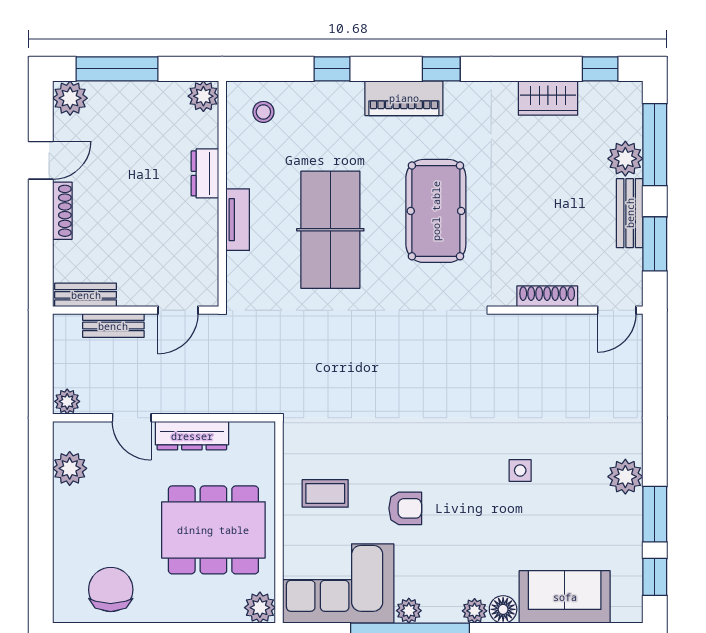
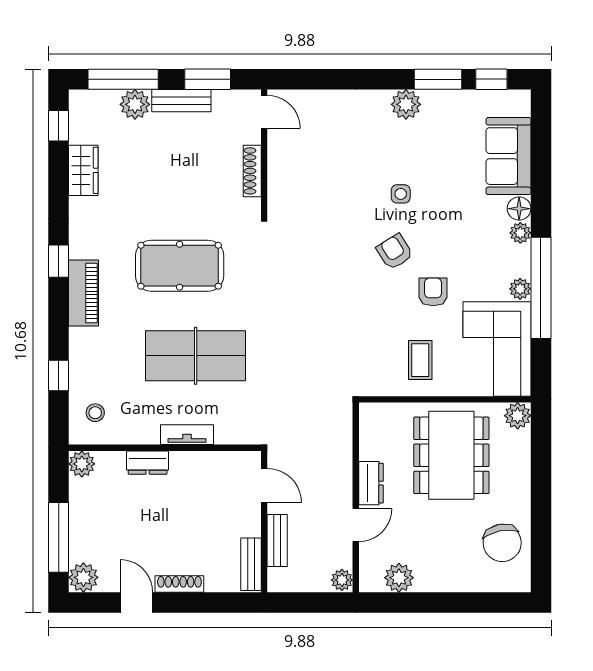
window: (332, 69) -> (59, 375), moved
dresser: (192, 436) -> (371, 483), width x0.70
armchair: (452, 463) -> (395, 252), added
chair: (111, 590) -> (502, 543), turned -101

